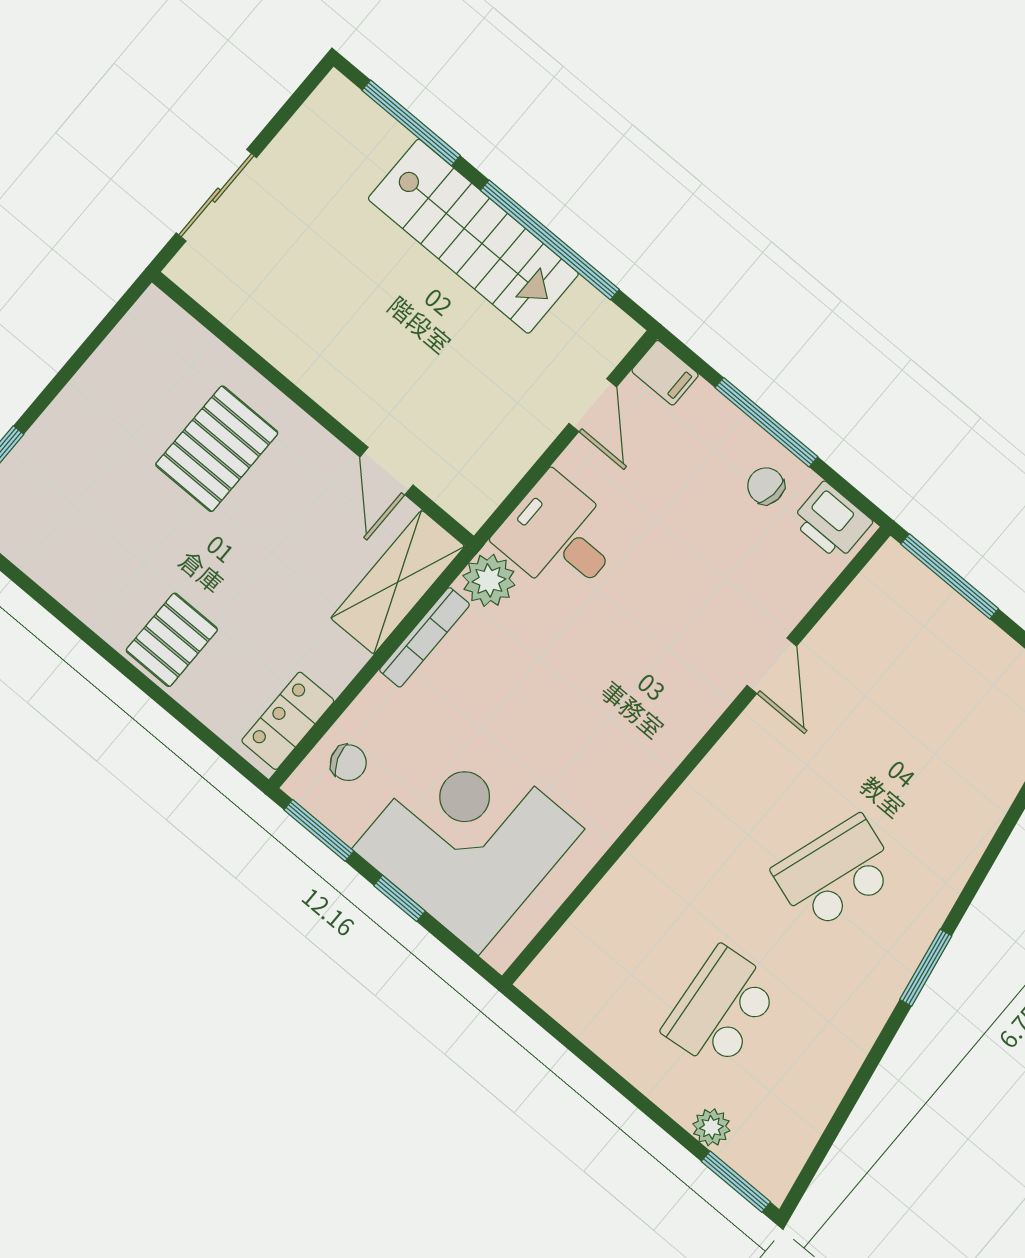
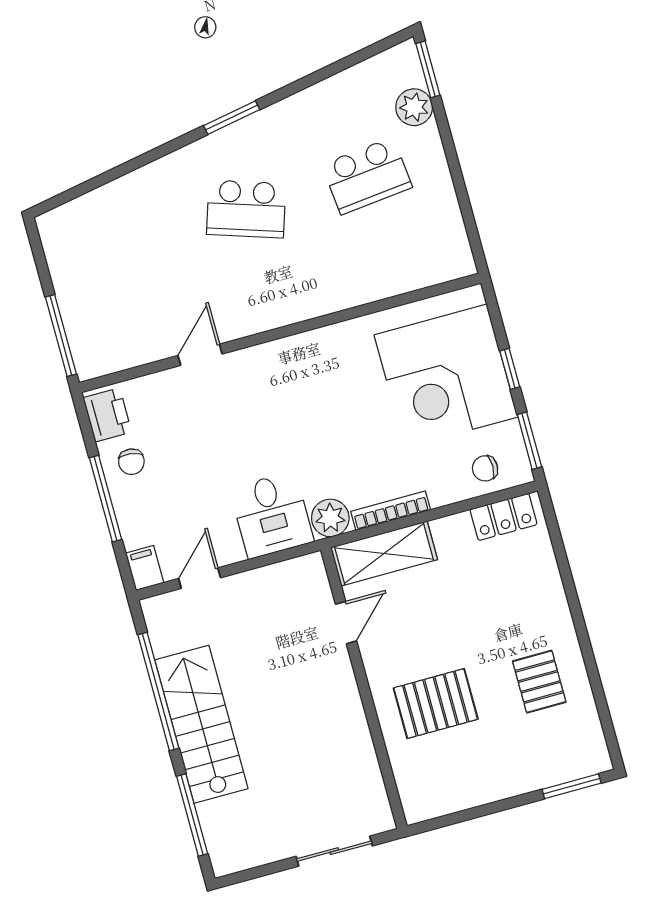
pallet: (172, 640) -> (539, 682), moved, turned 90
chair: (348, 763) -> (485, 468), turned -70
plant: (711, 1127) -> (414, 107), width x1.38, depth x1.38

